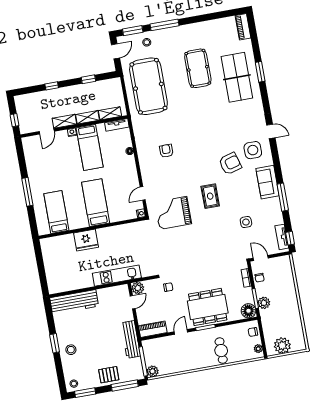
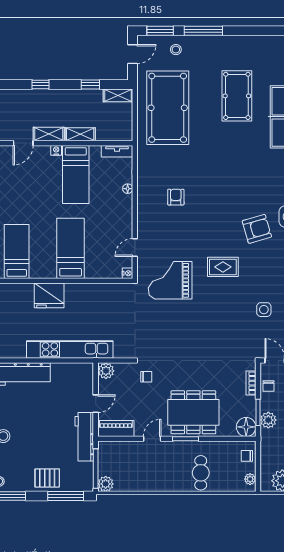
shelving: (110, 113) -> (118, 95), moved
rug: (210, 196) -> (223, 267), turned 90
kitchen unit: (117, 276) -> (70, 349), width x1.36
door: (133, 302) -> (96, 404), moved

